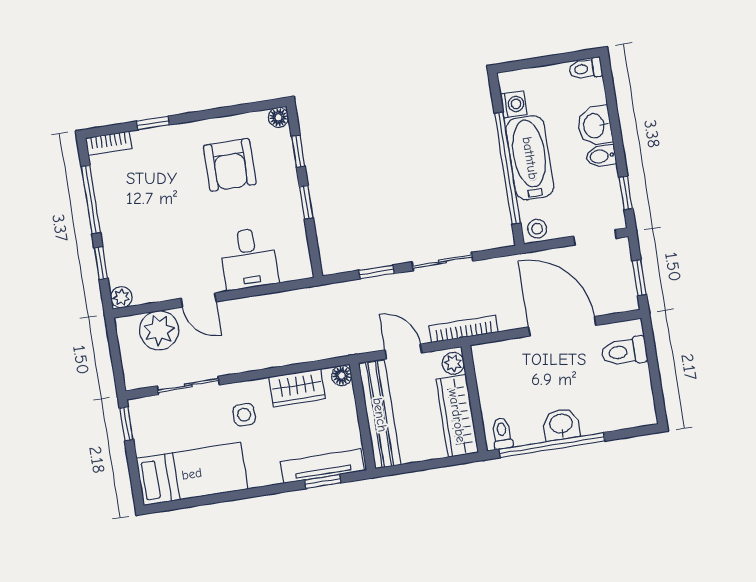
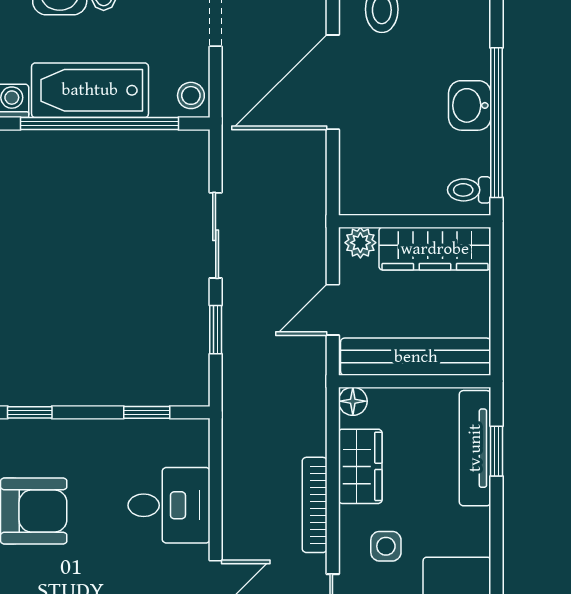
window: (306, 202) -> (147, 412), moved
bookcase: (463, 329) -> (315, 505), moved

